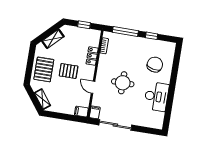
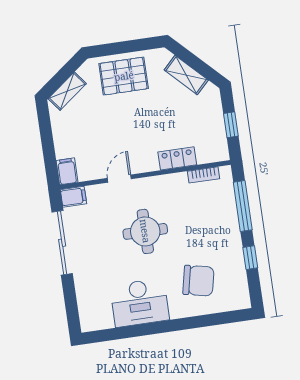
pallet: (69, 71) -> (135, 123), removed

